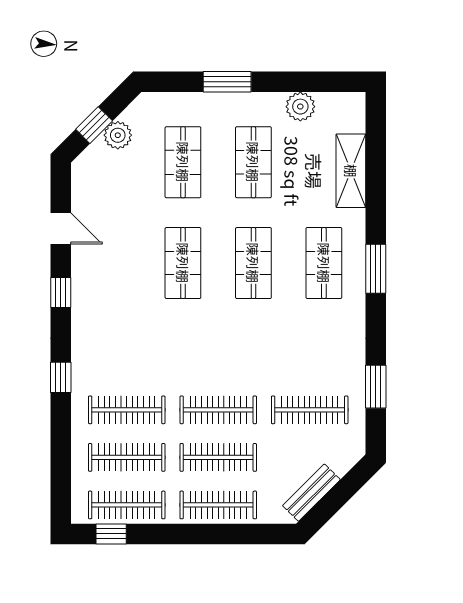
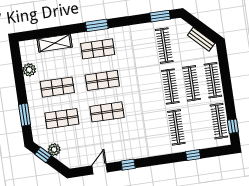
window: (227, 82) -> (25, 115), moved
window: (94, 125) -> (43, 155), moved
window: (61, 377) -> (193, 155), moved
window: (376, 387) -> (160, 16), moved
clothes rail: (127, 457) -> (198, 124), removed

